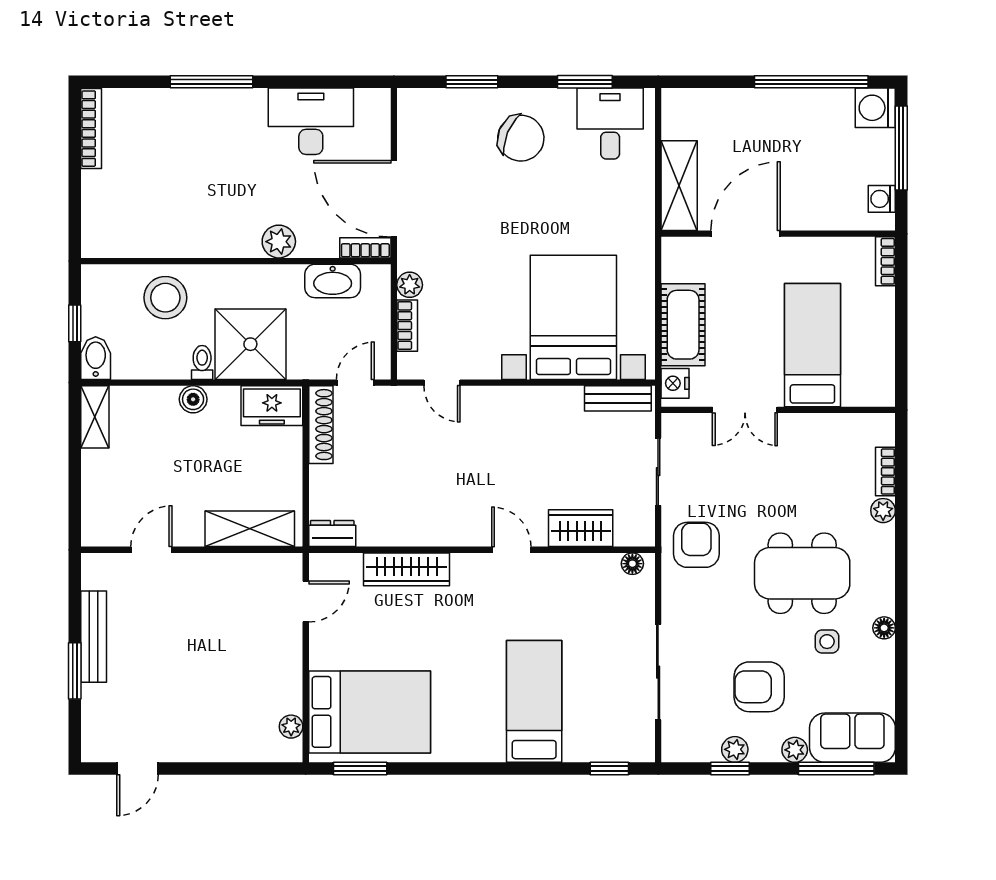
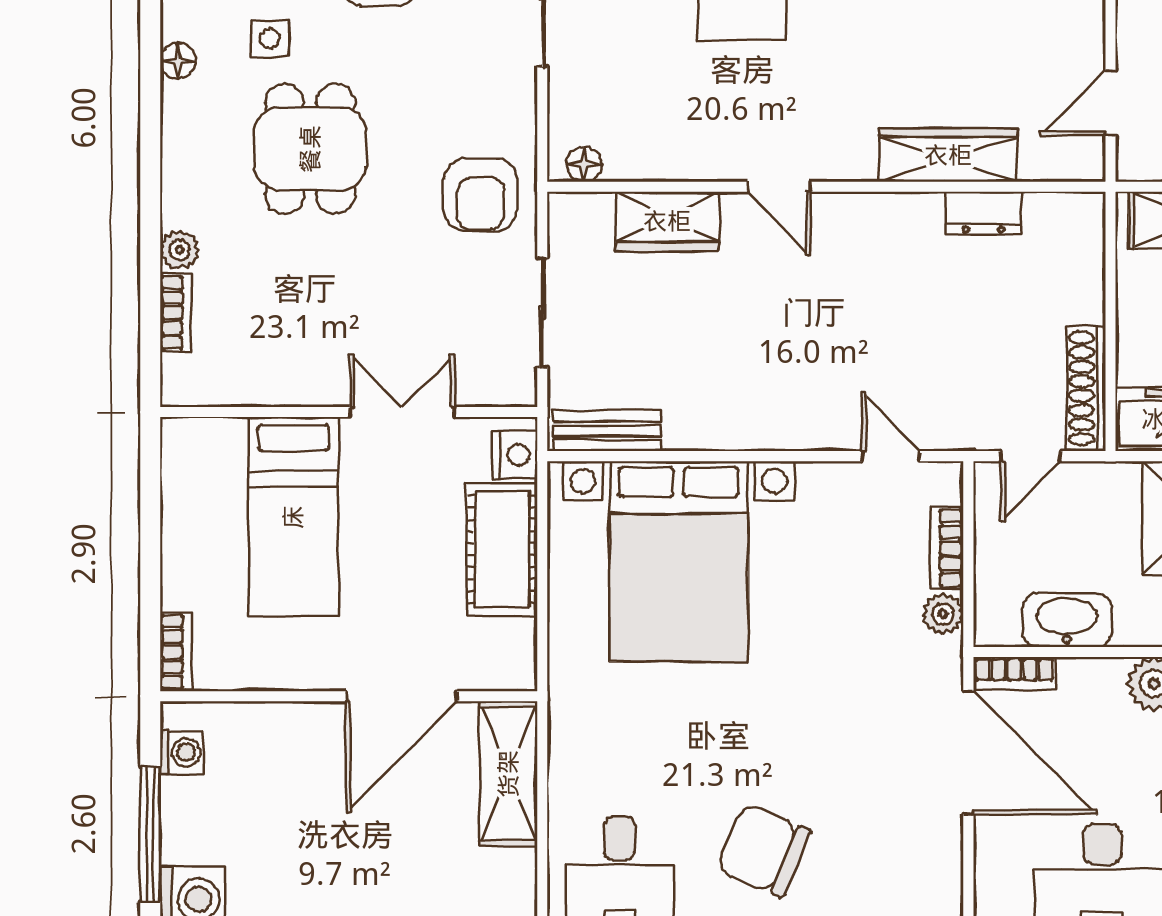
dresser: (332, 533) -> (983, 213), moved
dining table: (802, 573) -> (310, 149), width x0.73

